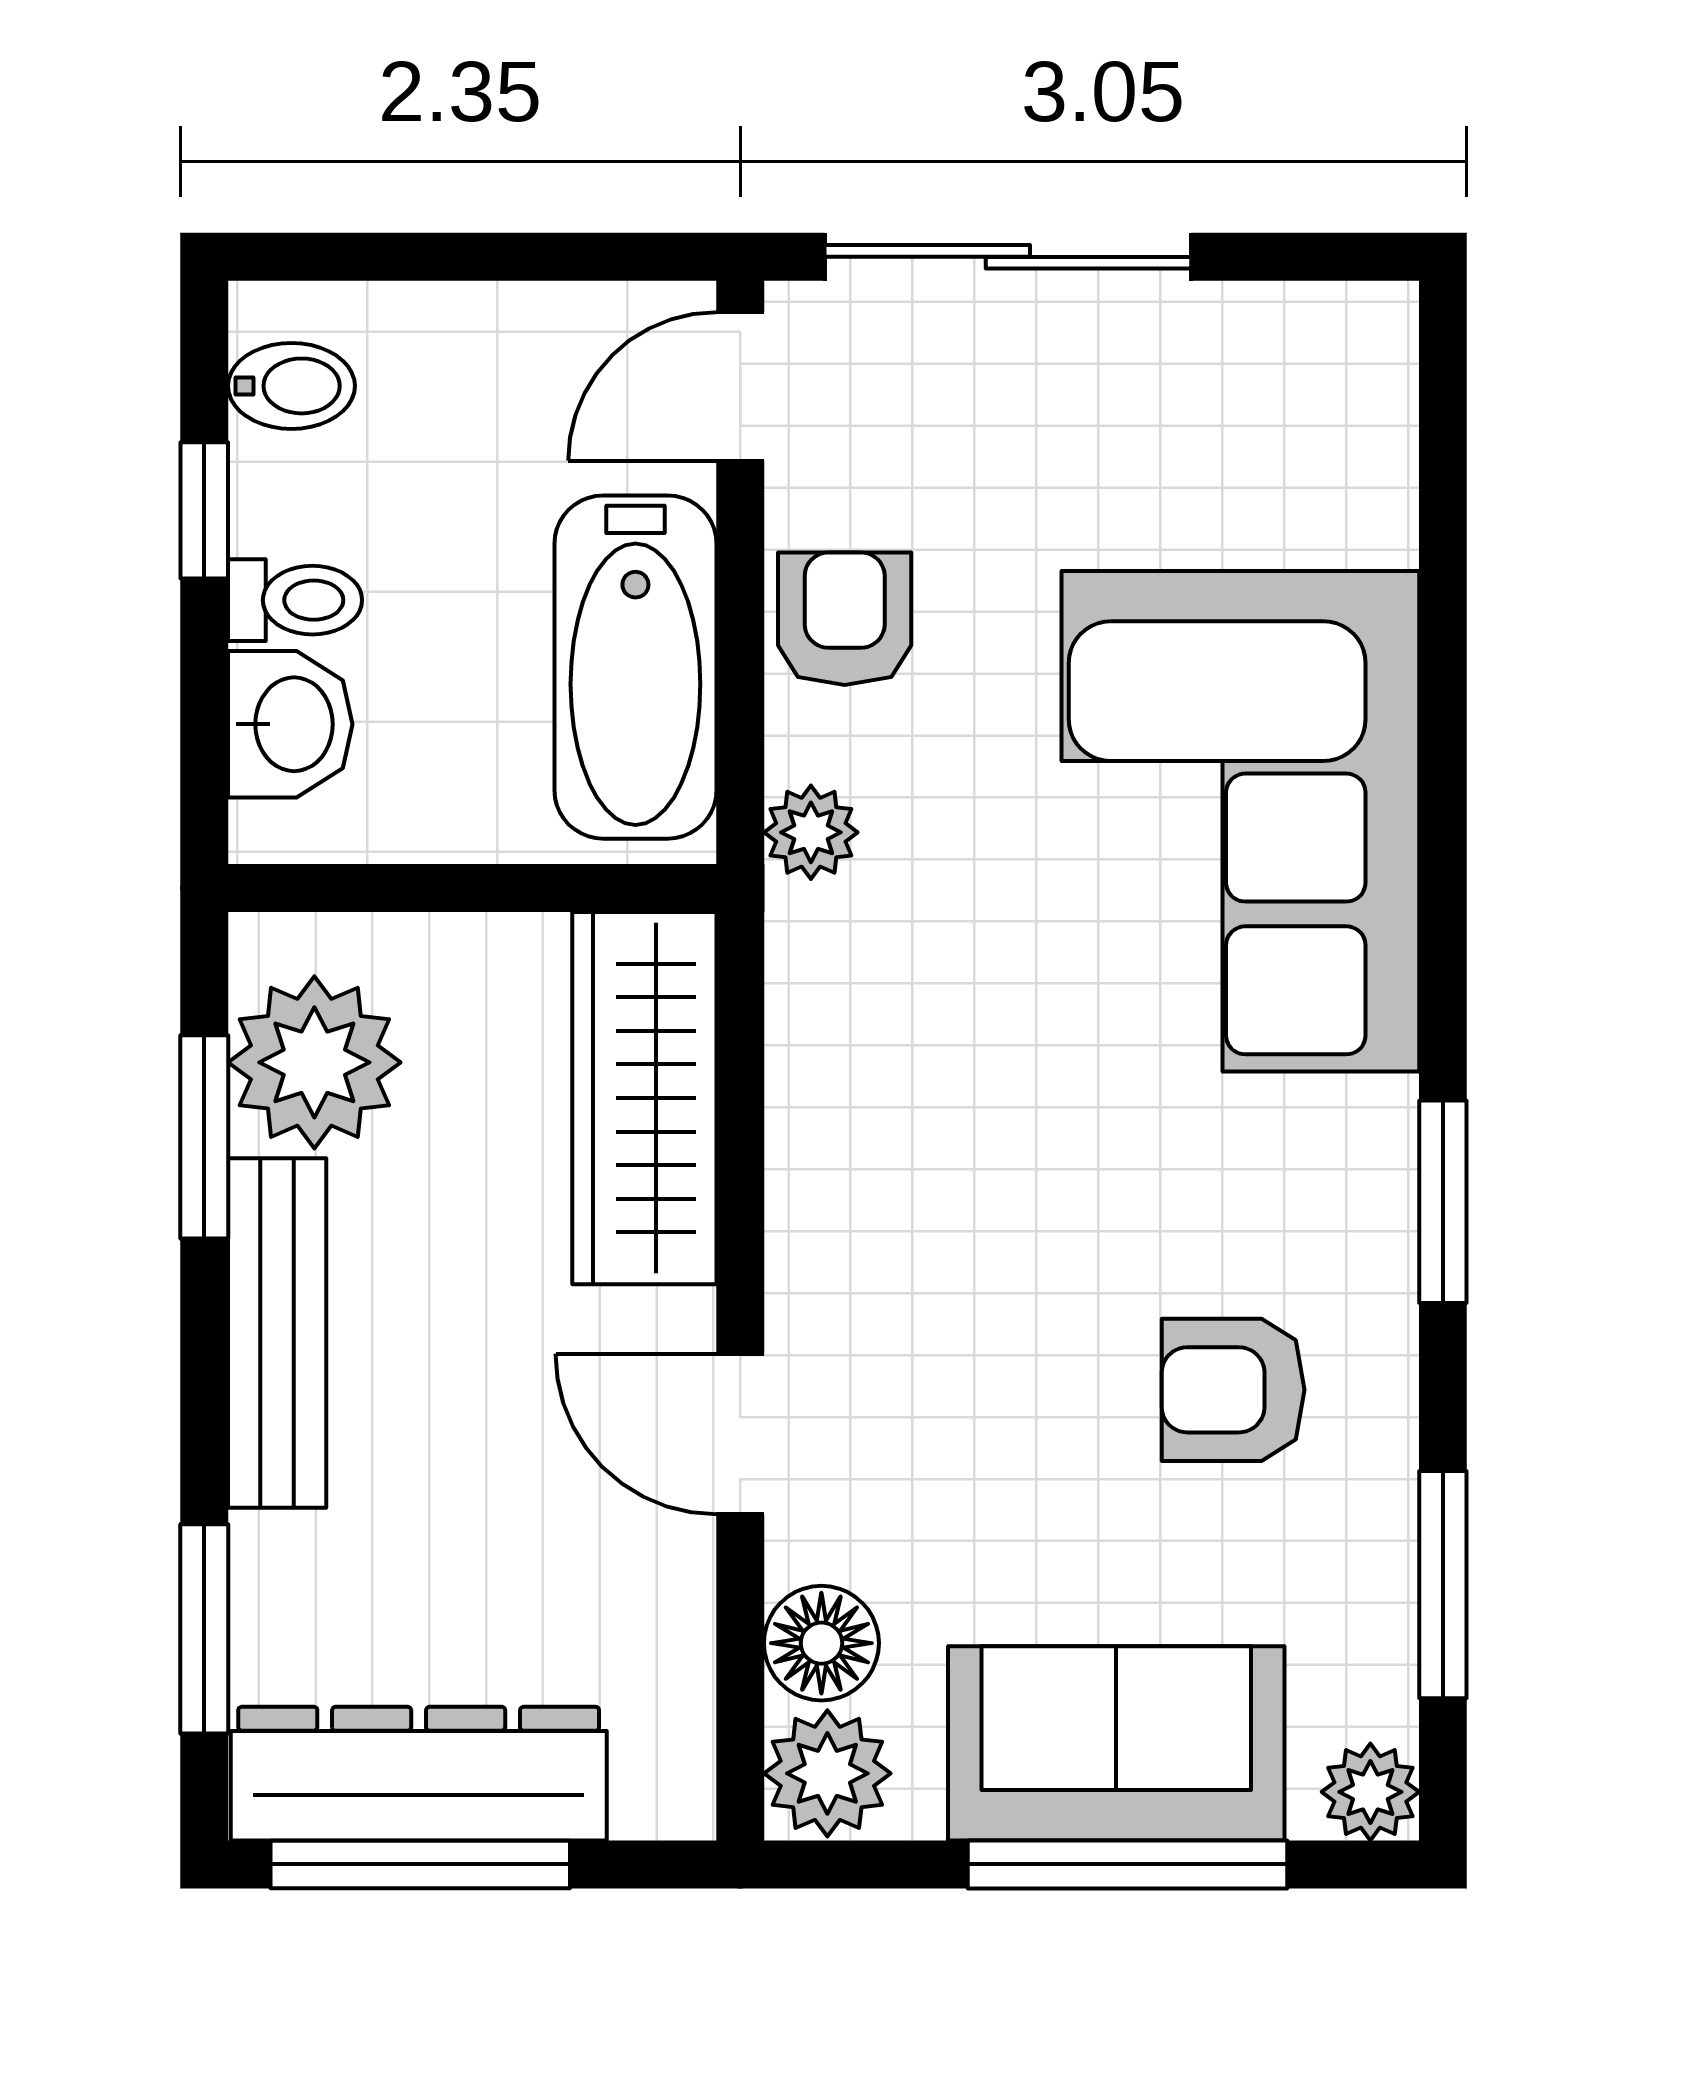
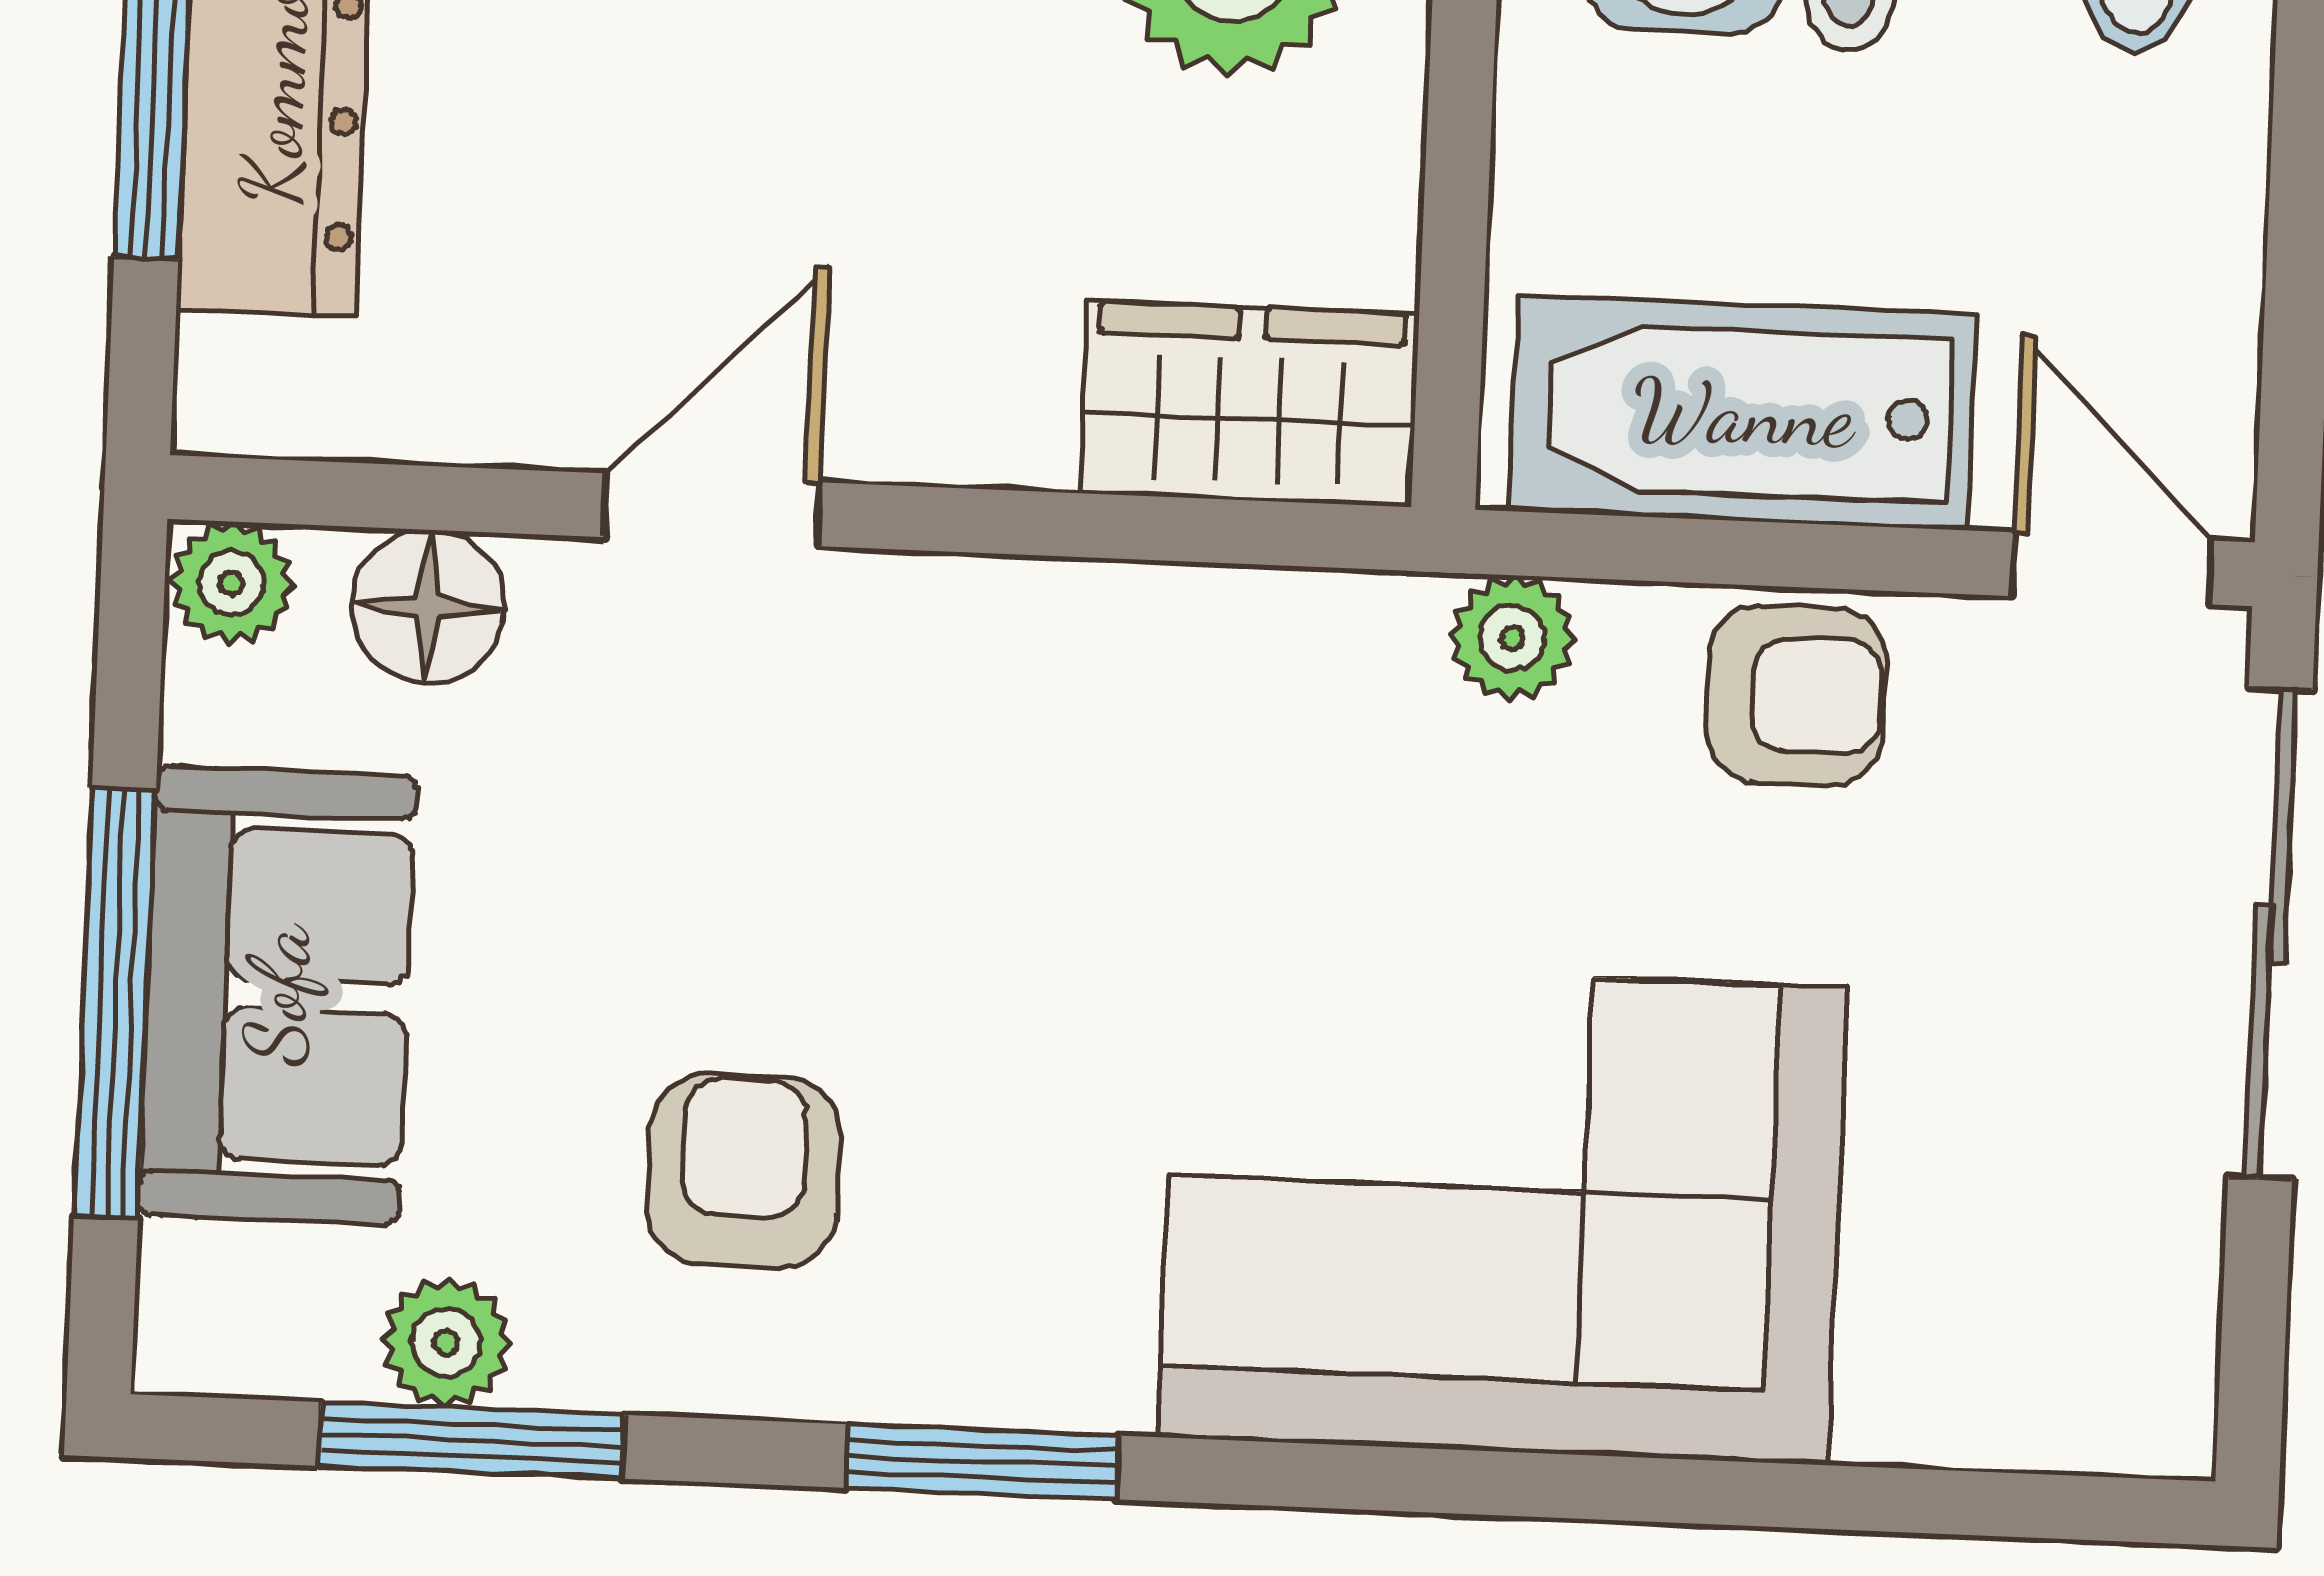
wardrobe: (644, 1098) -> (1249, 404), width x0.67
plant: (827, 1773) -> (232, 583), width x0.73, depth x0.73
plant: (1370, 1792) -> (446, 1342), moved

